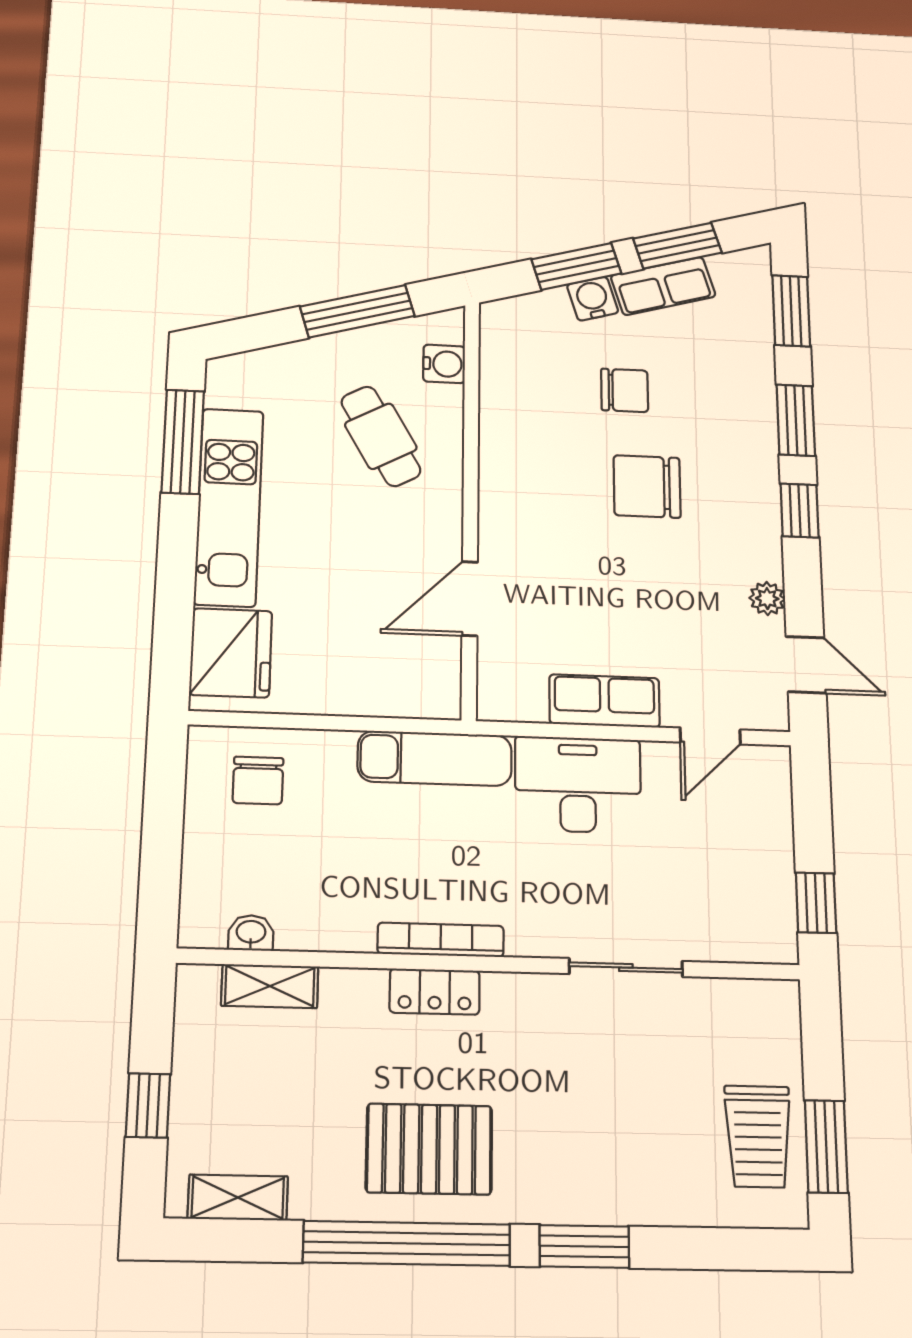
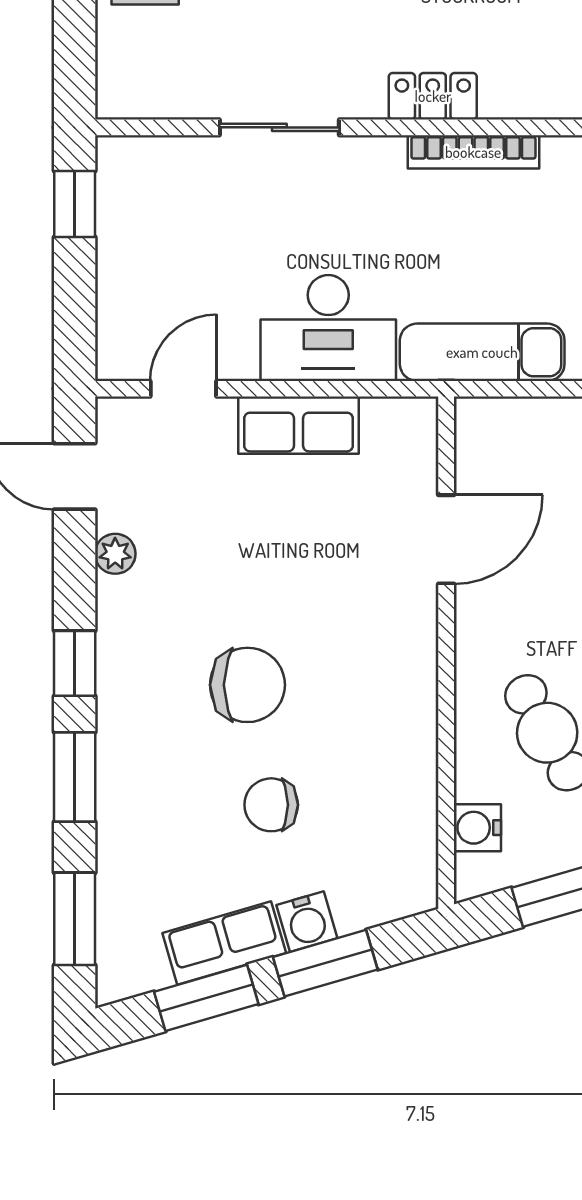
locker: (435, 992) -> (433, 96), moved

